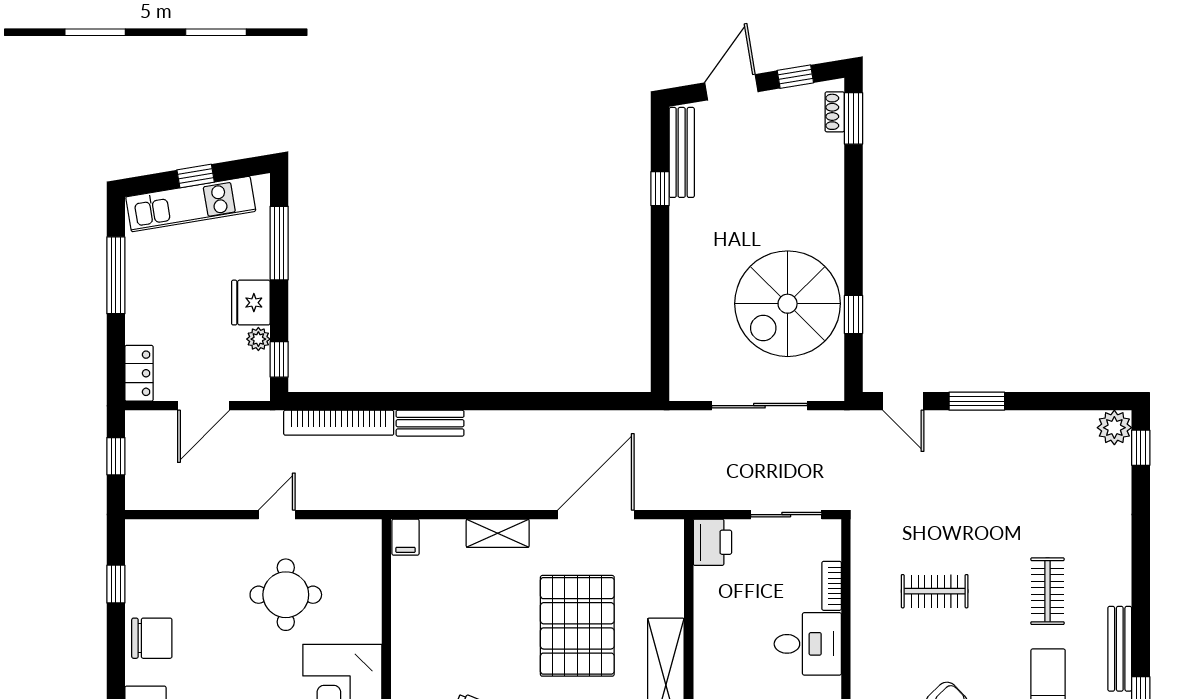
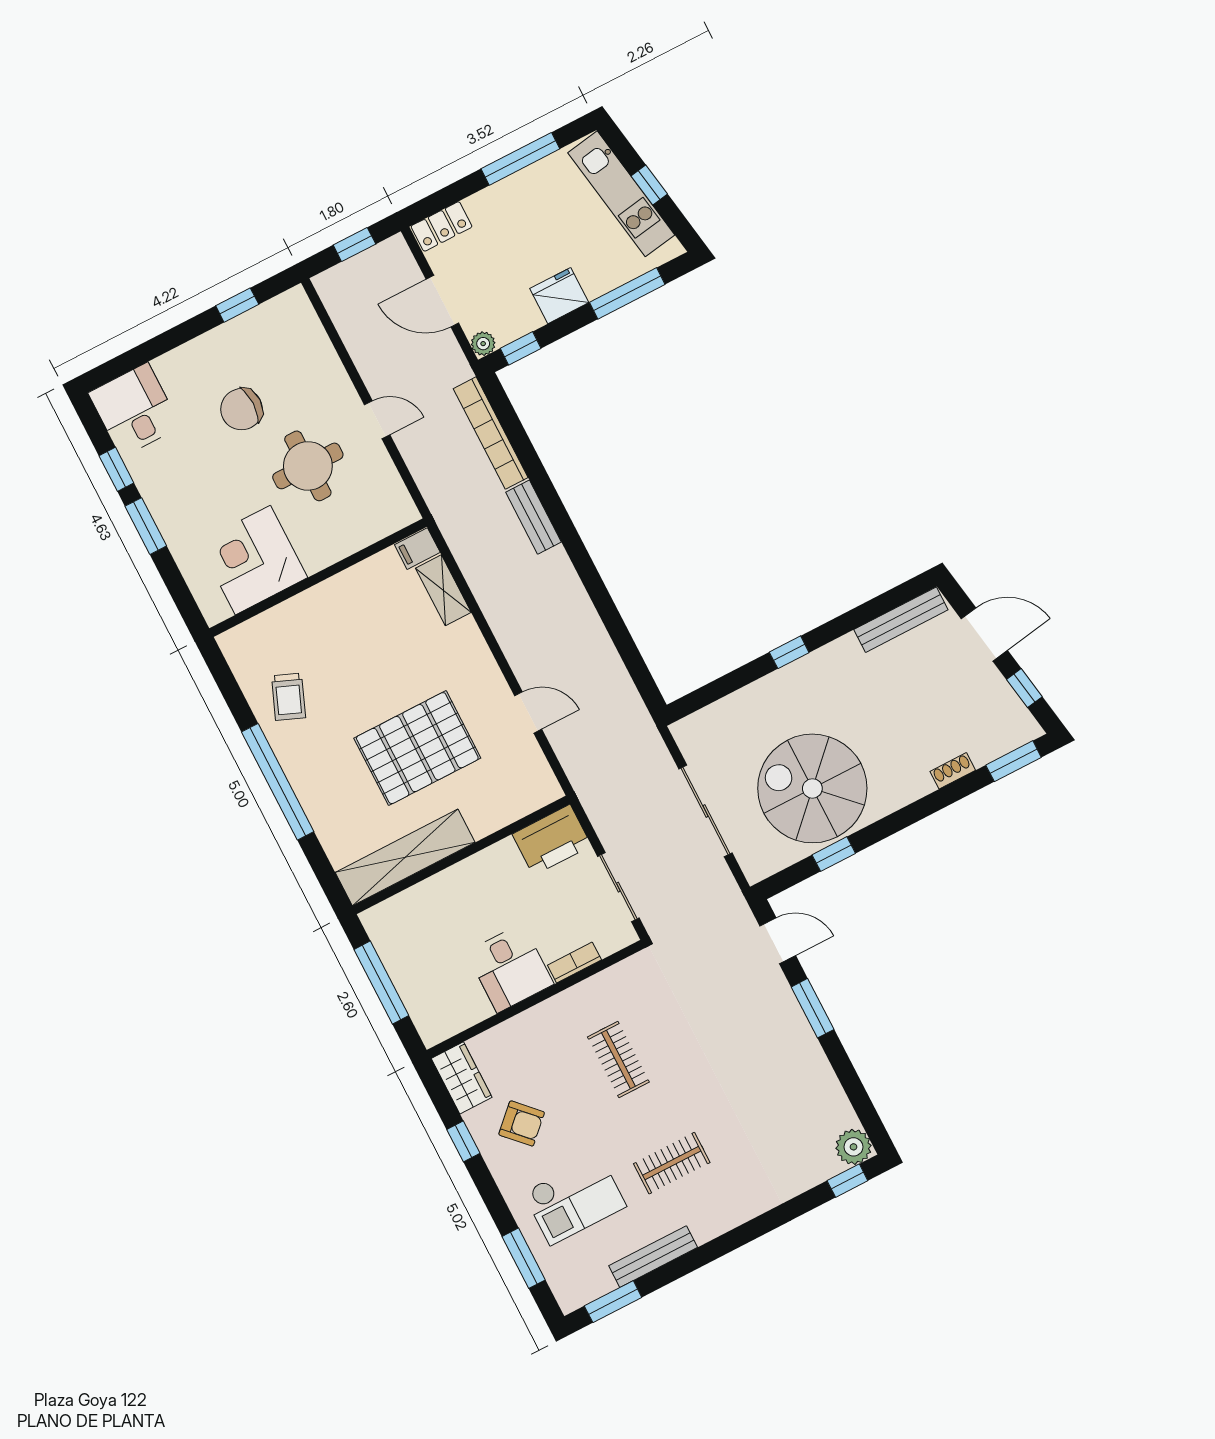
shoe rack: (835, 112) -> (953, 771), moved
window: (660, 189) -> (789, 652), moved
plant: (258, 339) -> (483, 344), moved
door: (903, 401) -> (778, 941), swing flipped
door: (596, 515) -> (528, 712), width x0.53
shelving: (498, 533) -> (443, 590), moved
printer: (712, 542) -> (552, 840), width x1.37, depth x1.19
chair: (152, 638) -> (242, 409), moved, turned 90

